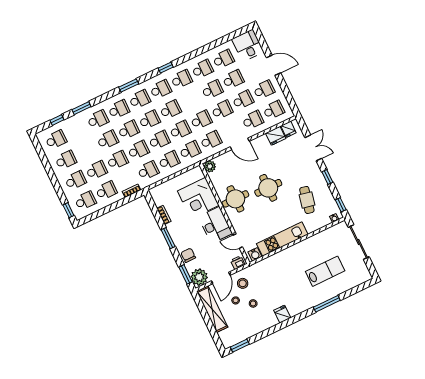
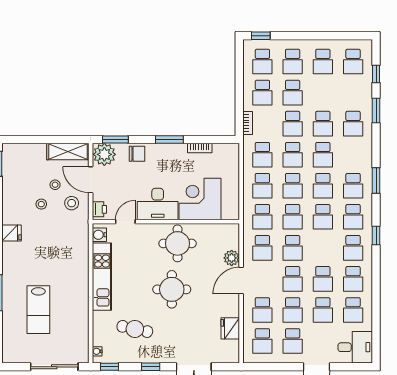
school desk: (119, 109) -> (353, 155), removed
fridge: (288, 129) -> (231, 348), removed
plant: (210, 166) -> (232, 258), moved
shelving: (212, 309) -> (68, 152), width x0.68

